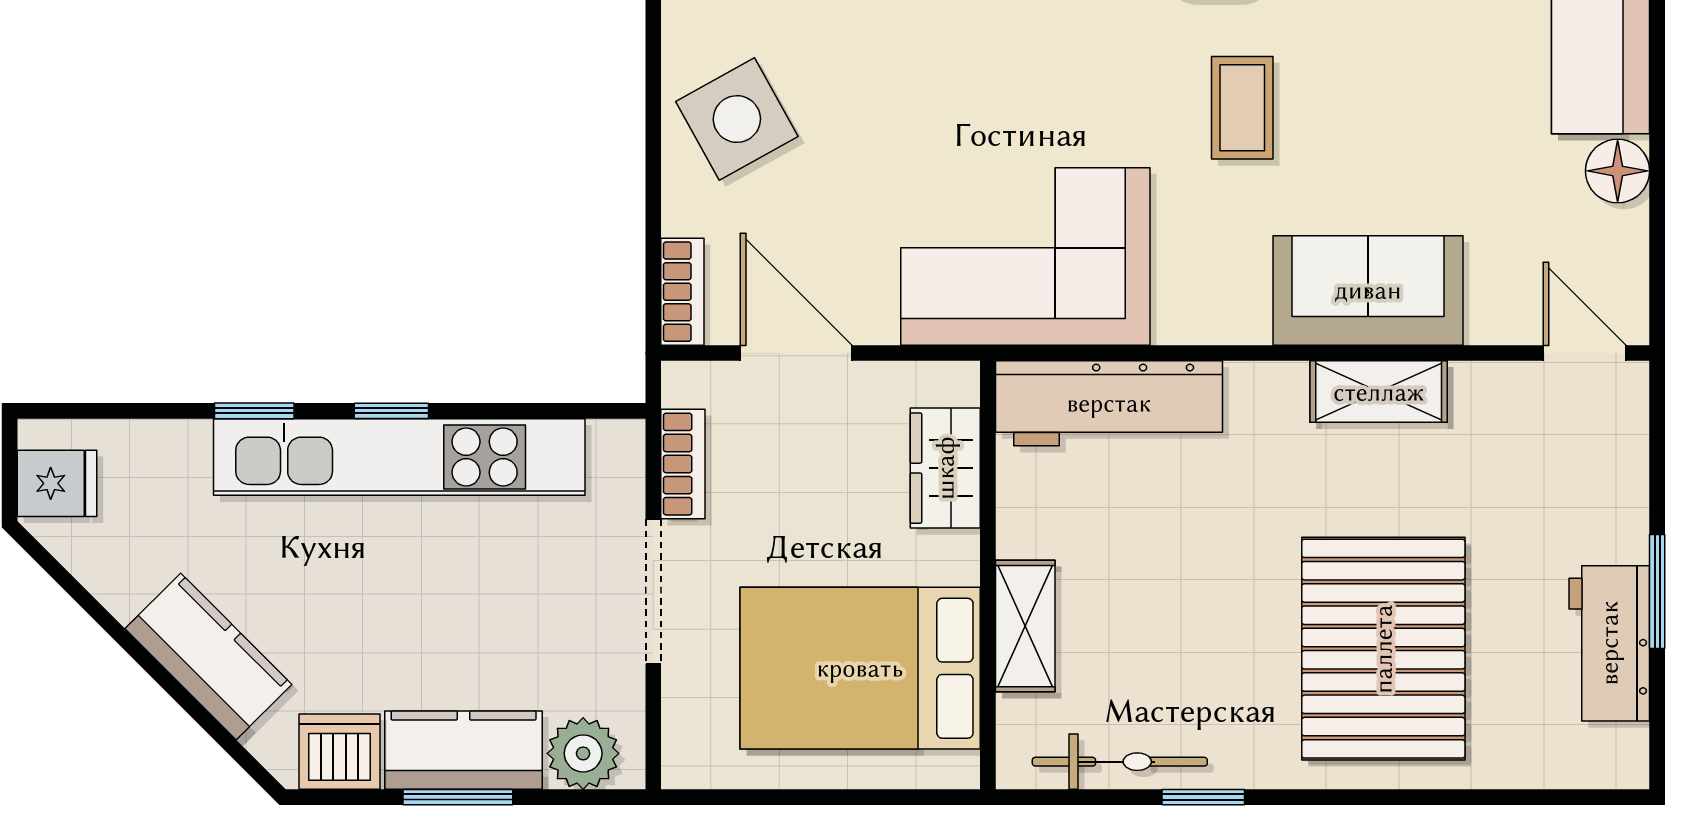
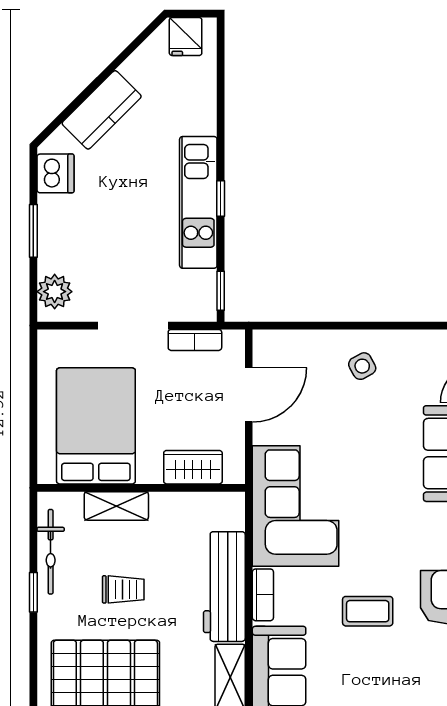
side table: (737, 119) -> (362, 366), width x0.54, depth x0.54
bookcase: (682, 292) -> (263, 595), moved, turned -90
workbench: (1109, 403) -> (224, 587), moved
window: (254, 411) -> (221, 291), moved
kitchen unit: (399, 457) -> (198, 202), width x0.73
trolley: (1197, 612) -> (123, 589), added
kitchen counter: (464, 750) -> (56, 234), removed

